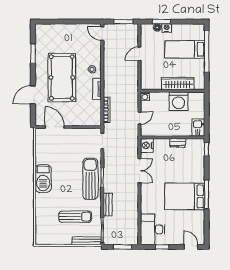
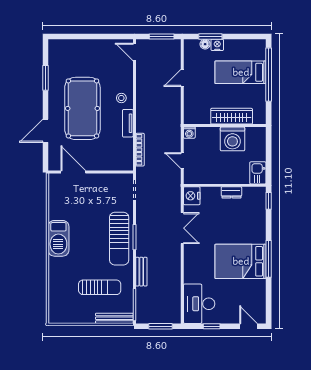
door: (139, 118) -> (182, 161), swing flipped
sun lounger: (90, 179) -> (119, 239), turned 180

